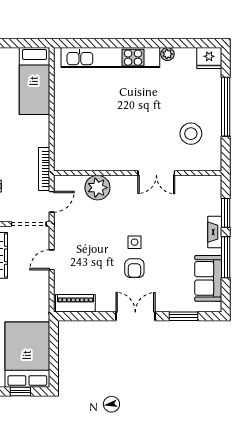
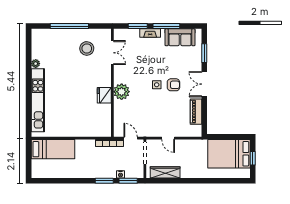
fridge: (209, 58) -> (104, 95), moved, turned 180
double door: (156, 173) -> (112, 53), moved
plant: (97, 188) -> (122, 92), moved
piano: (75, 303) -> (196, 112), moved

